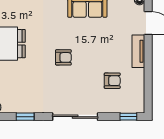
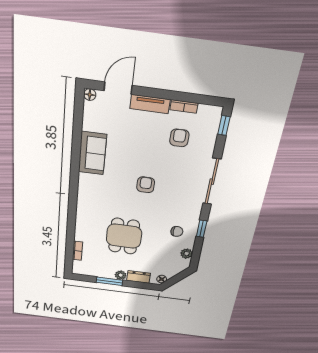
bookcase: (140, 80) -> (184, 107), added
chair: (19, 94) -> (177, 231), added

